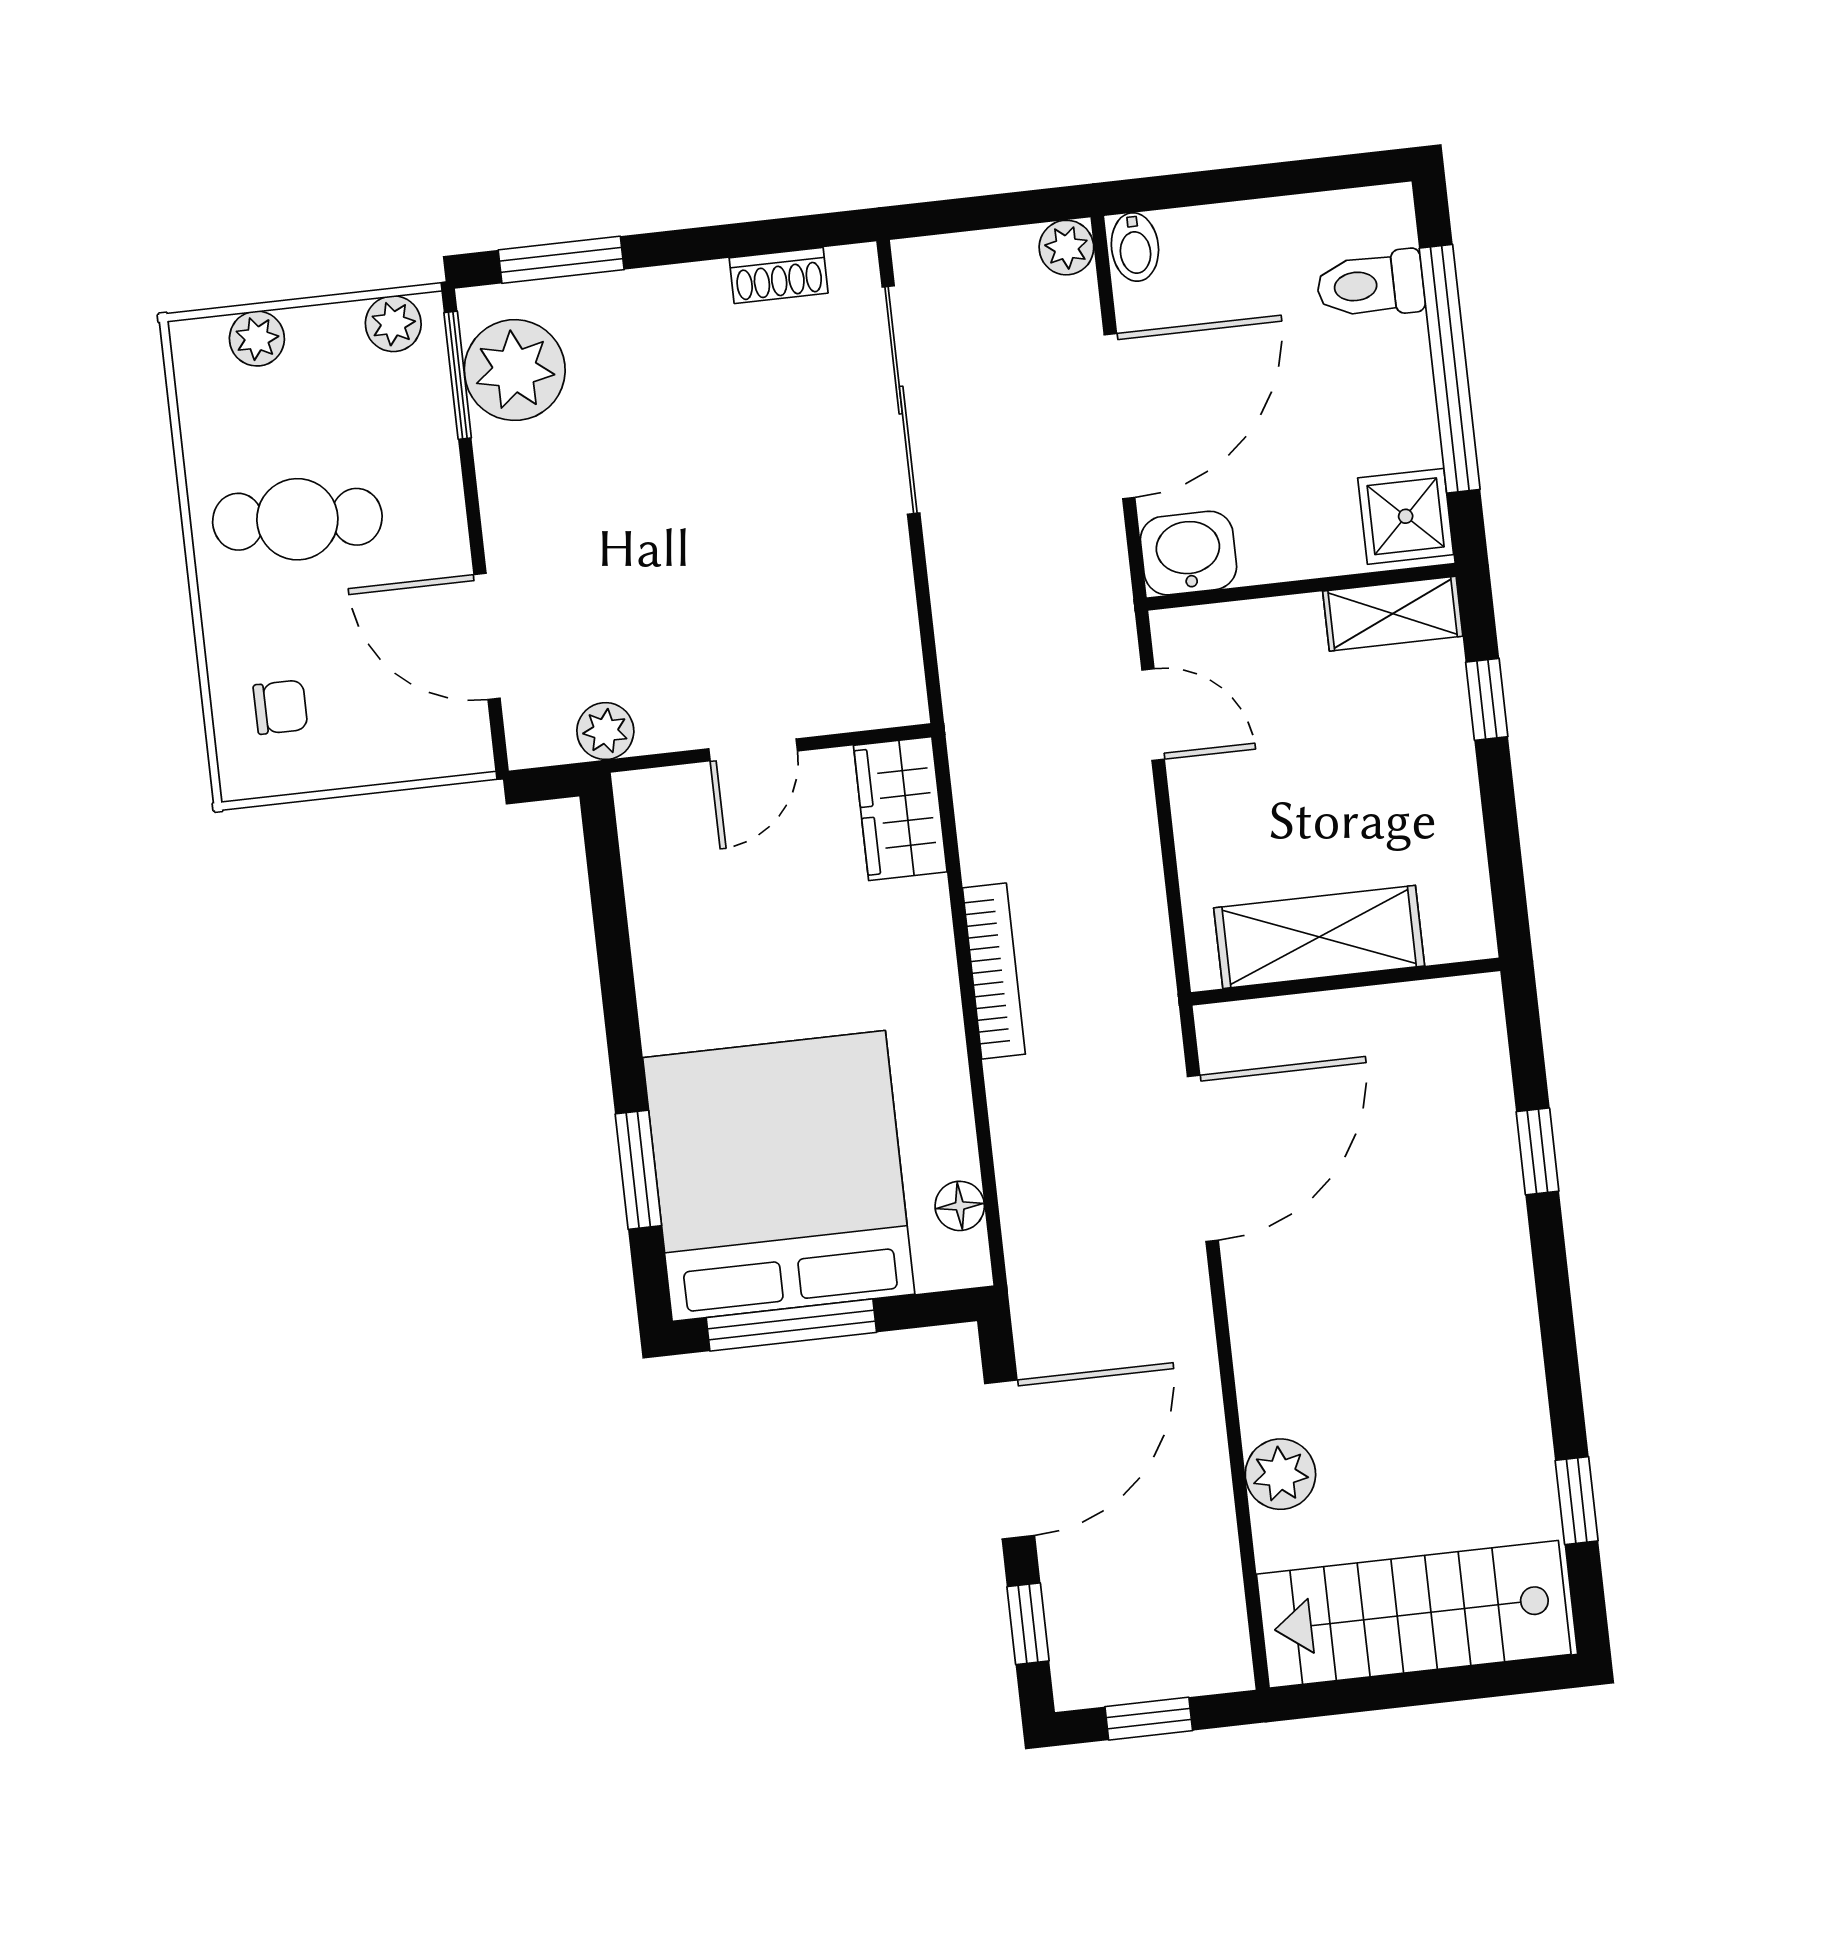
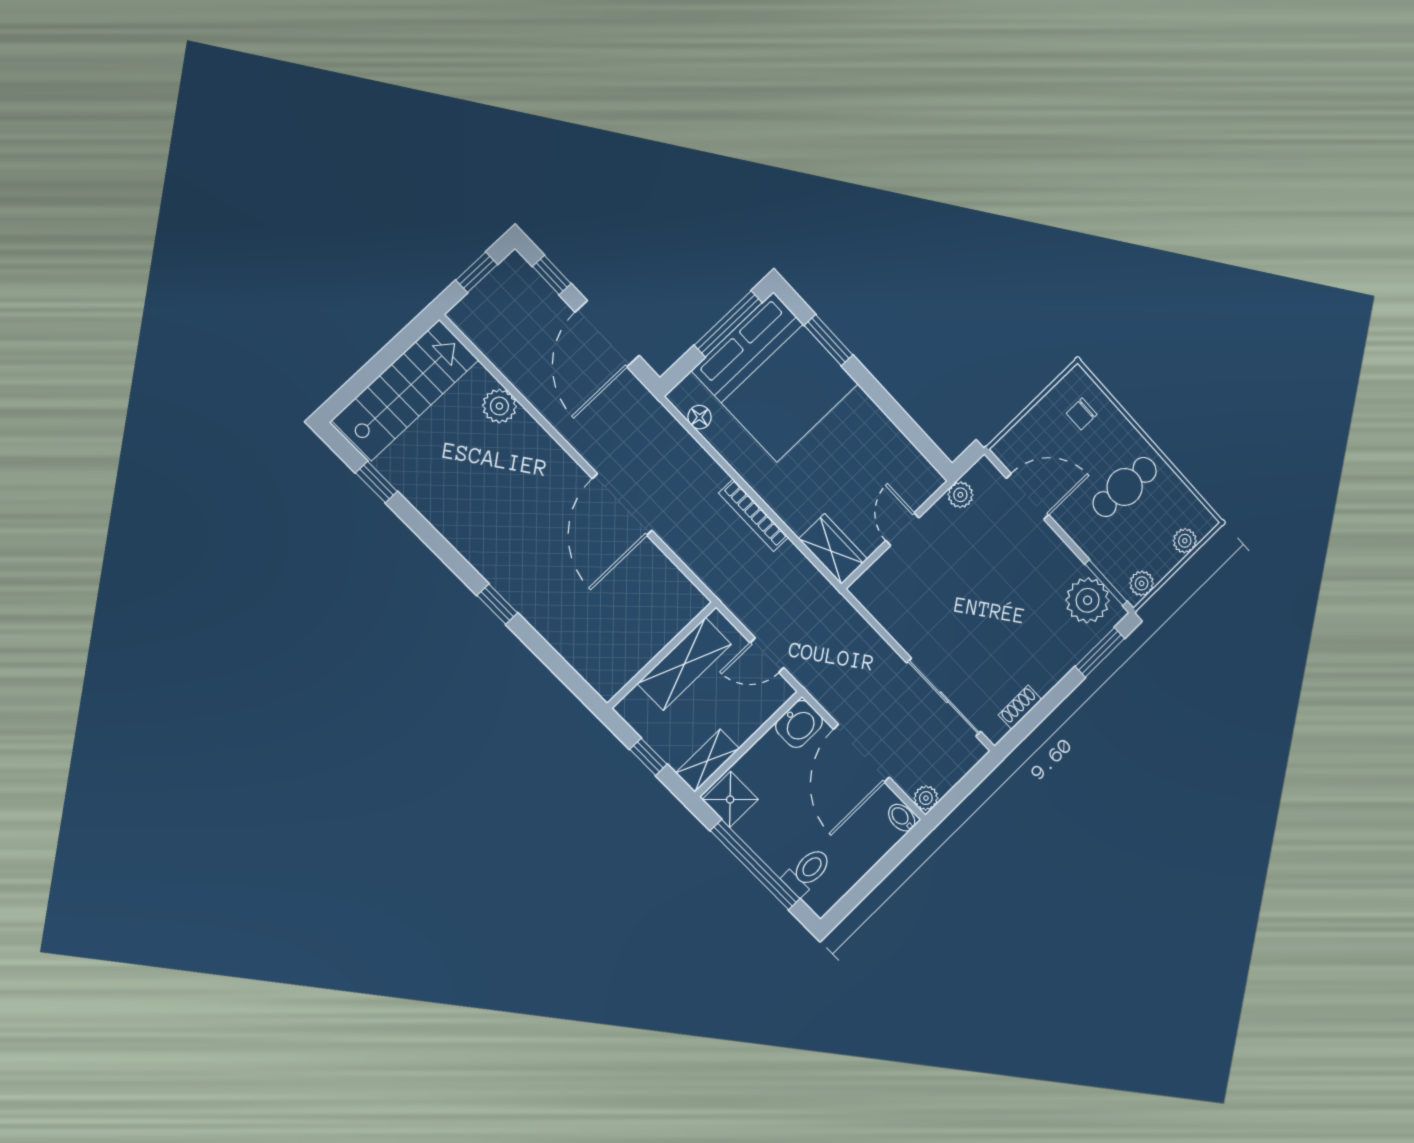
shelving: (1319, 937) -> (684, 664), moved
wall: (1346, 982) -> (662, 655), moved

